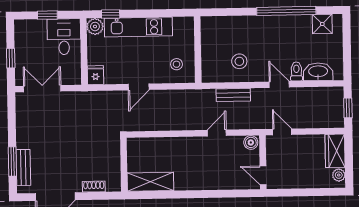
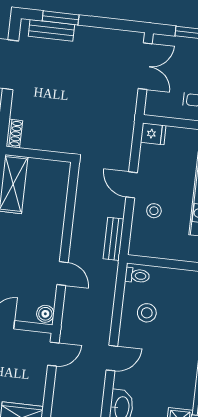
stool: (177, 64) -> (154, 211), moved
toilet: (296, 71) -> (137, 276), moved
bench: (233, 95) -> (113, 239), moved
shoe rack: (94, 187) -> (14, 134), moved

